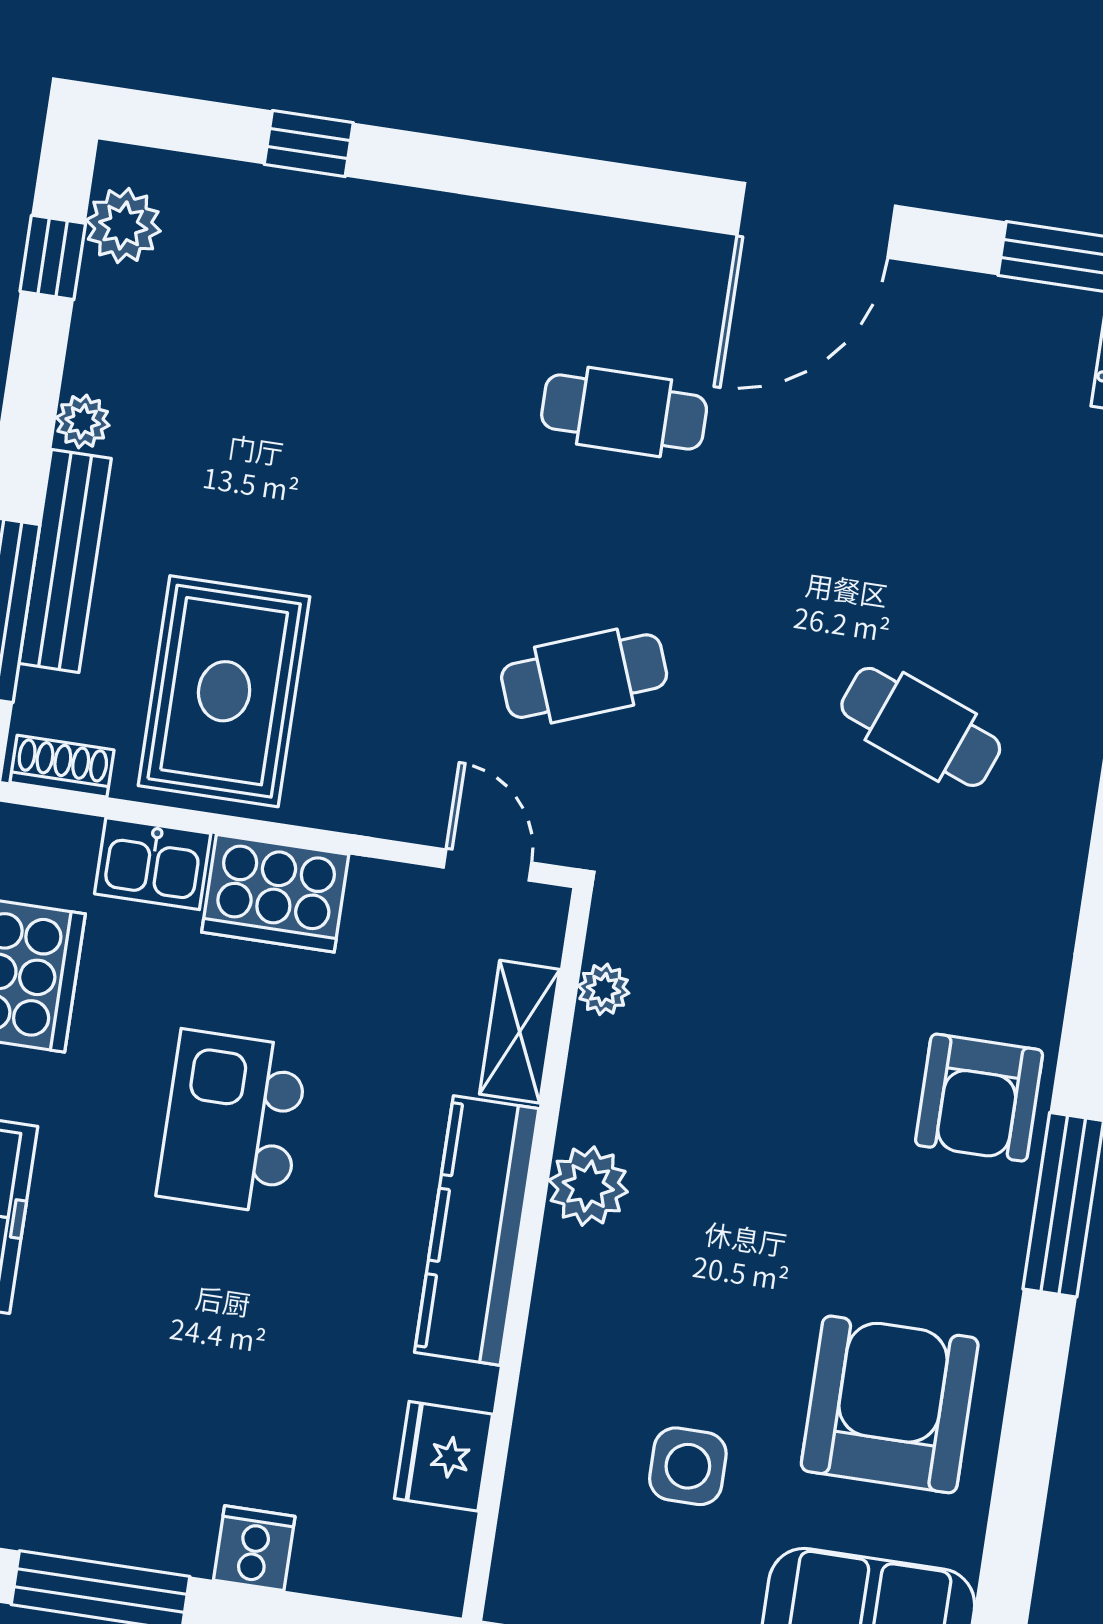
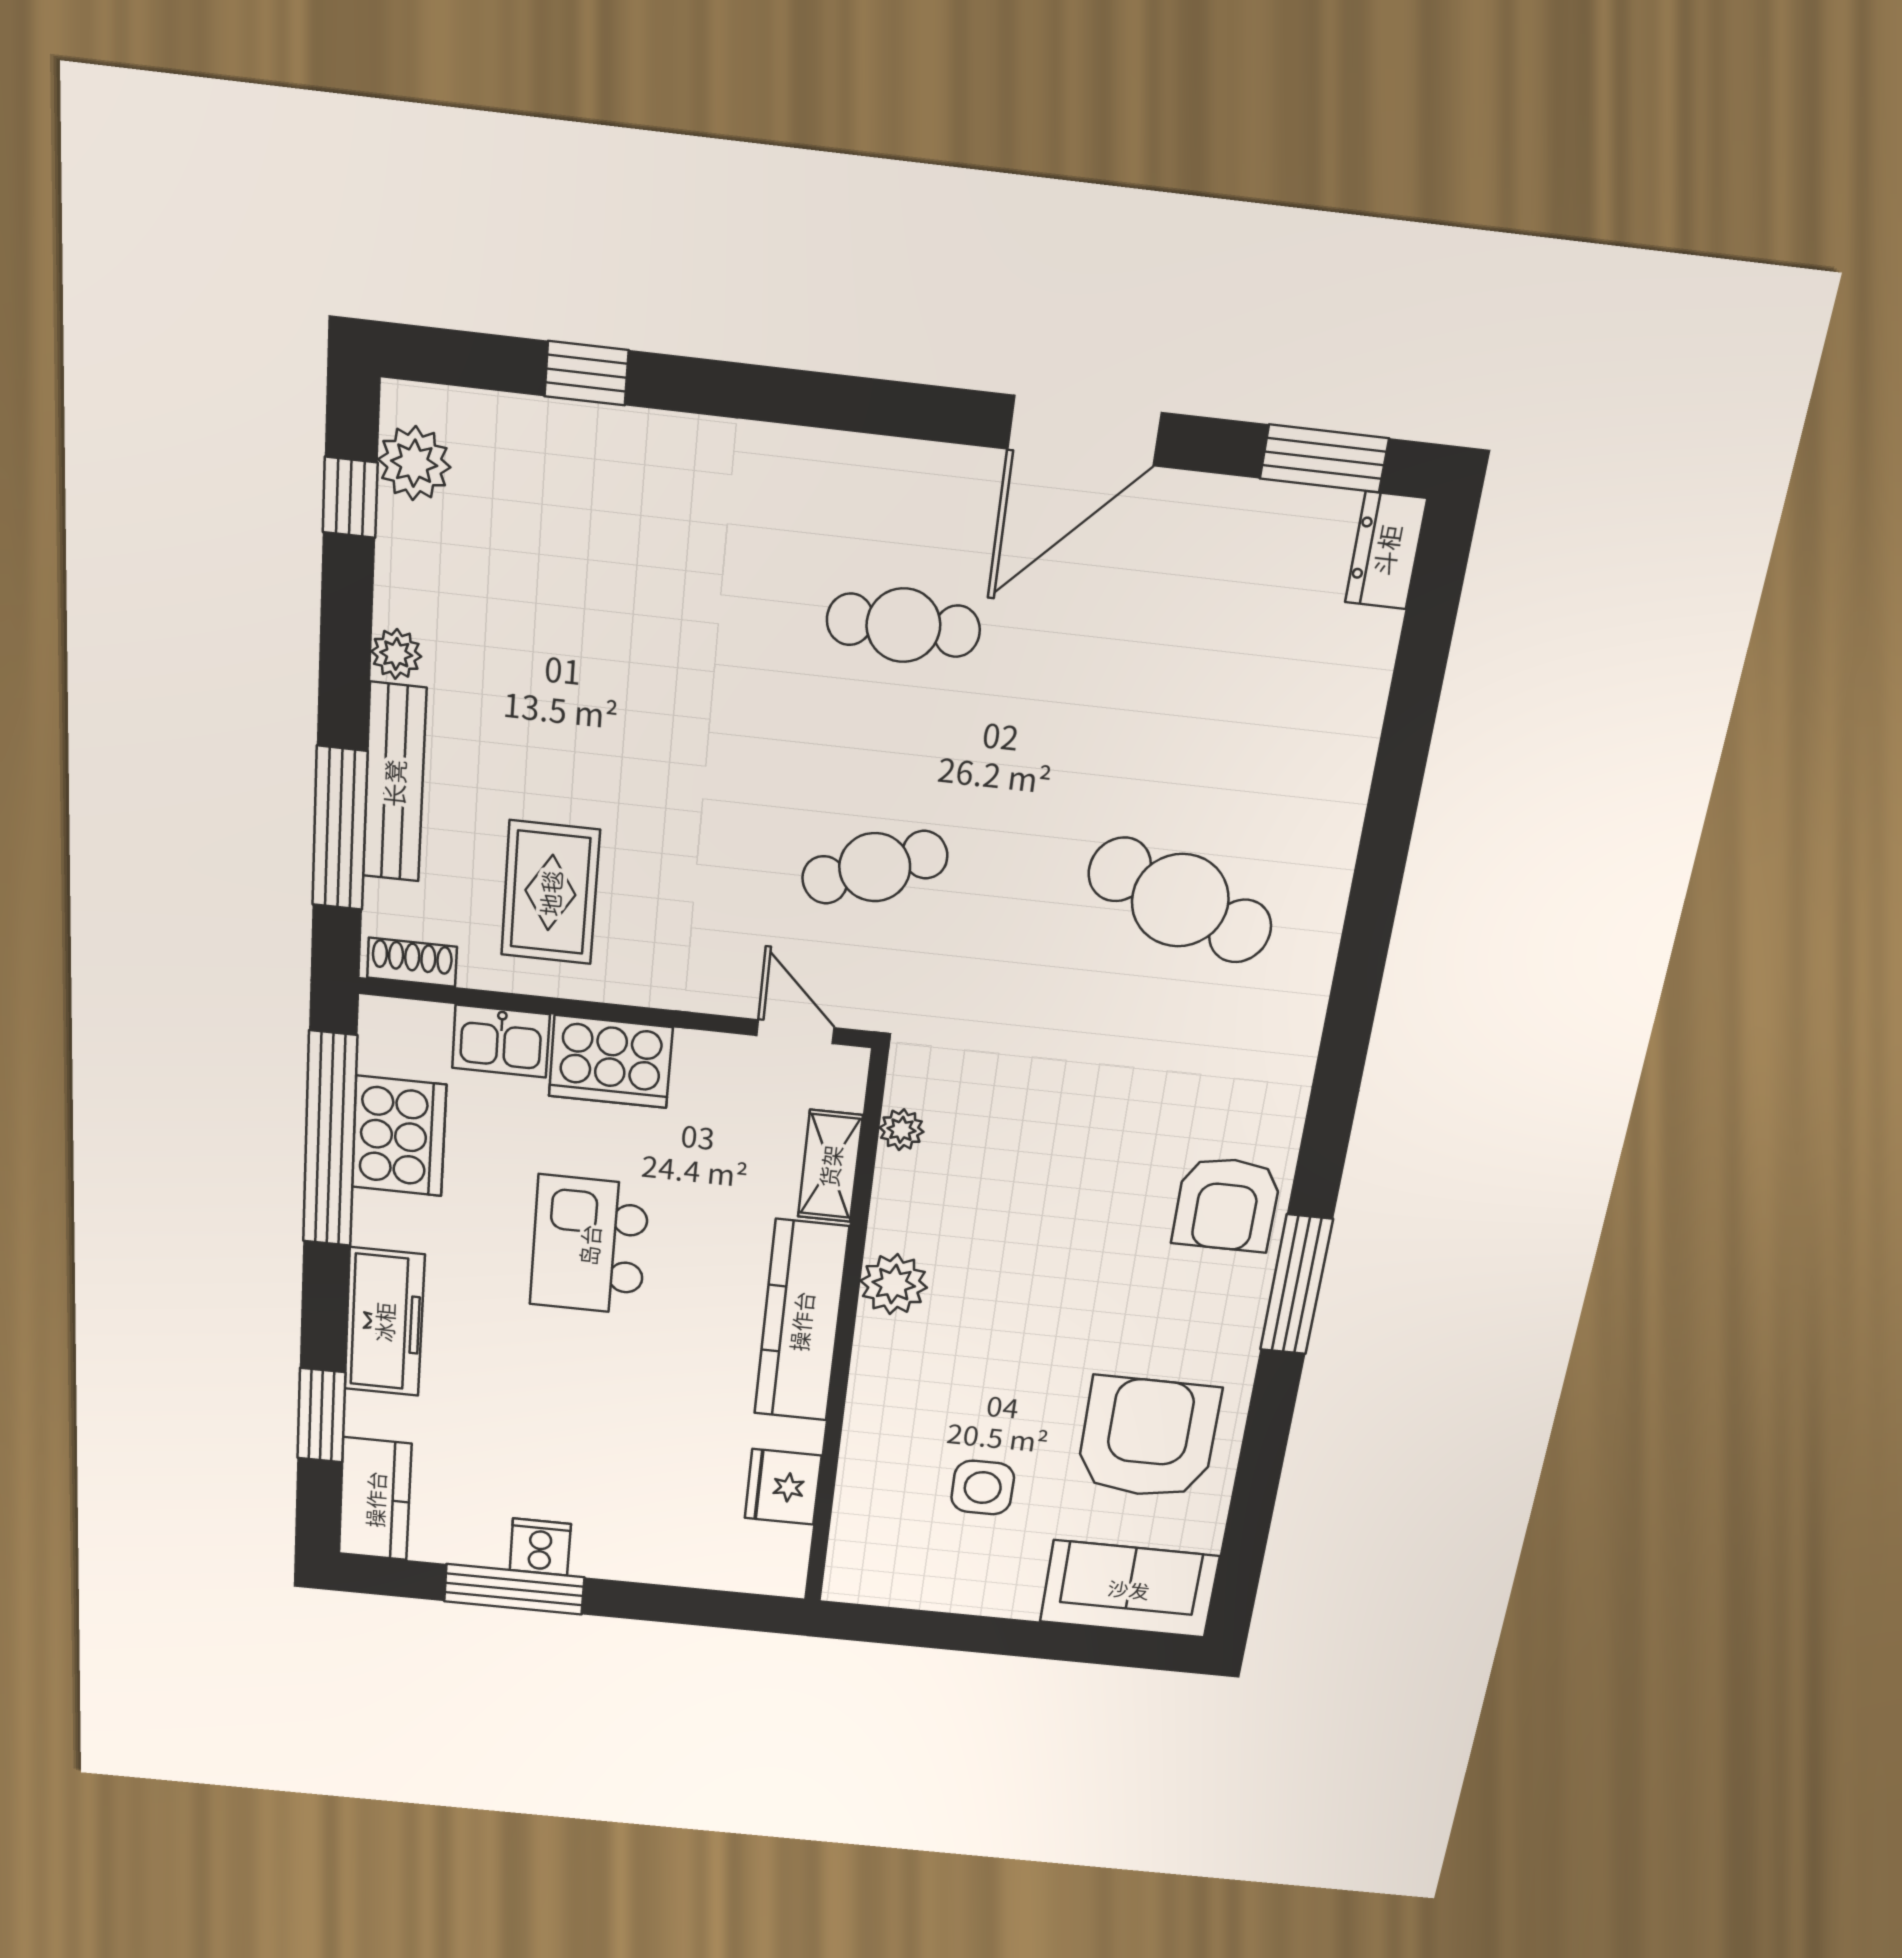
rug: (224, 691) -> (550, 893), width x0.73, depth x0.70
cafe table: (921, 727) -> (1180, 900), width x1.37, depth x1.35
cooker: (254, 1548) -> (540, 1547), moved

